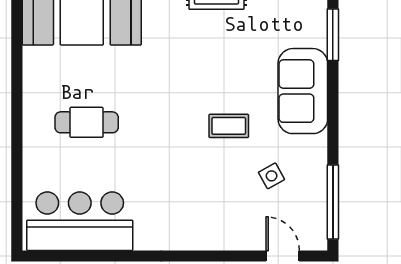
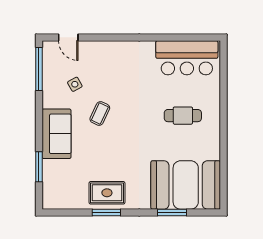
coffee table: (229, 126) -> (100, 113), turned -65

